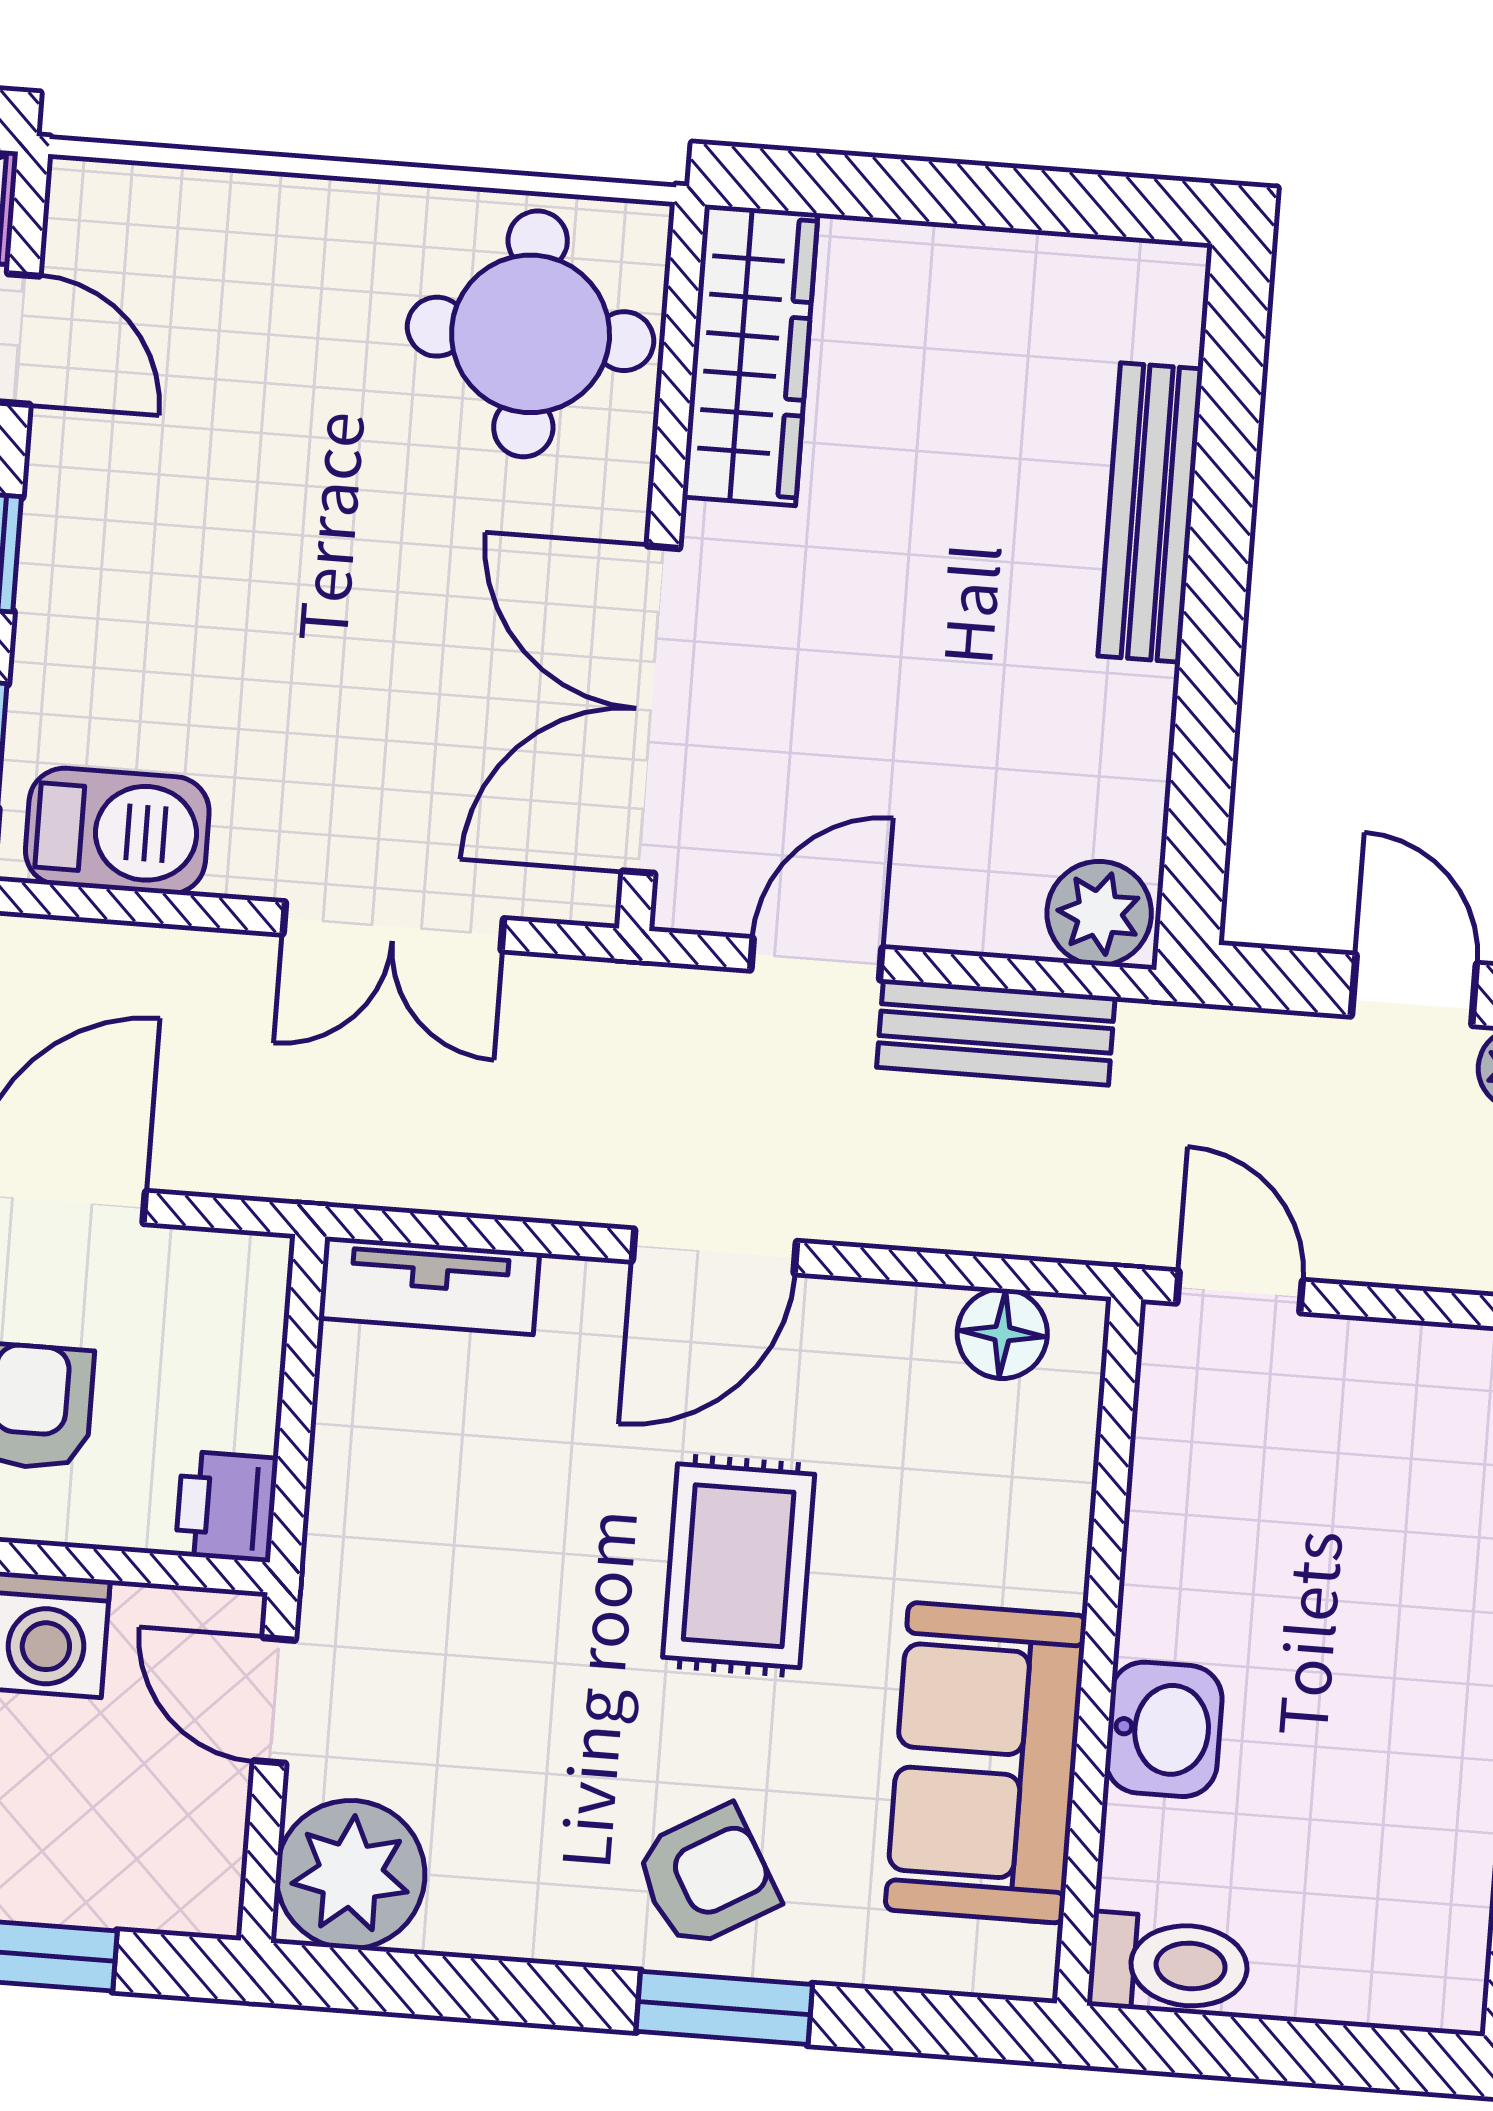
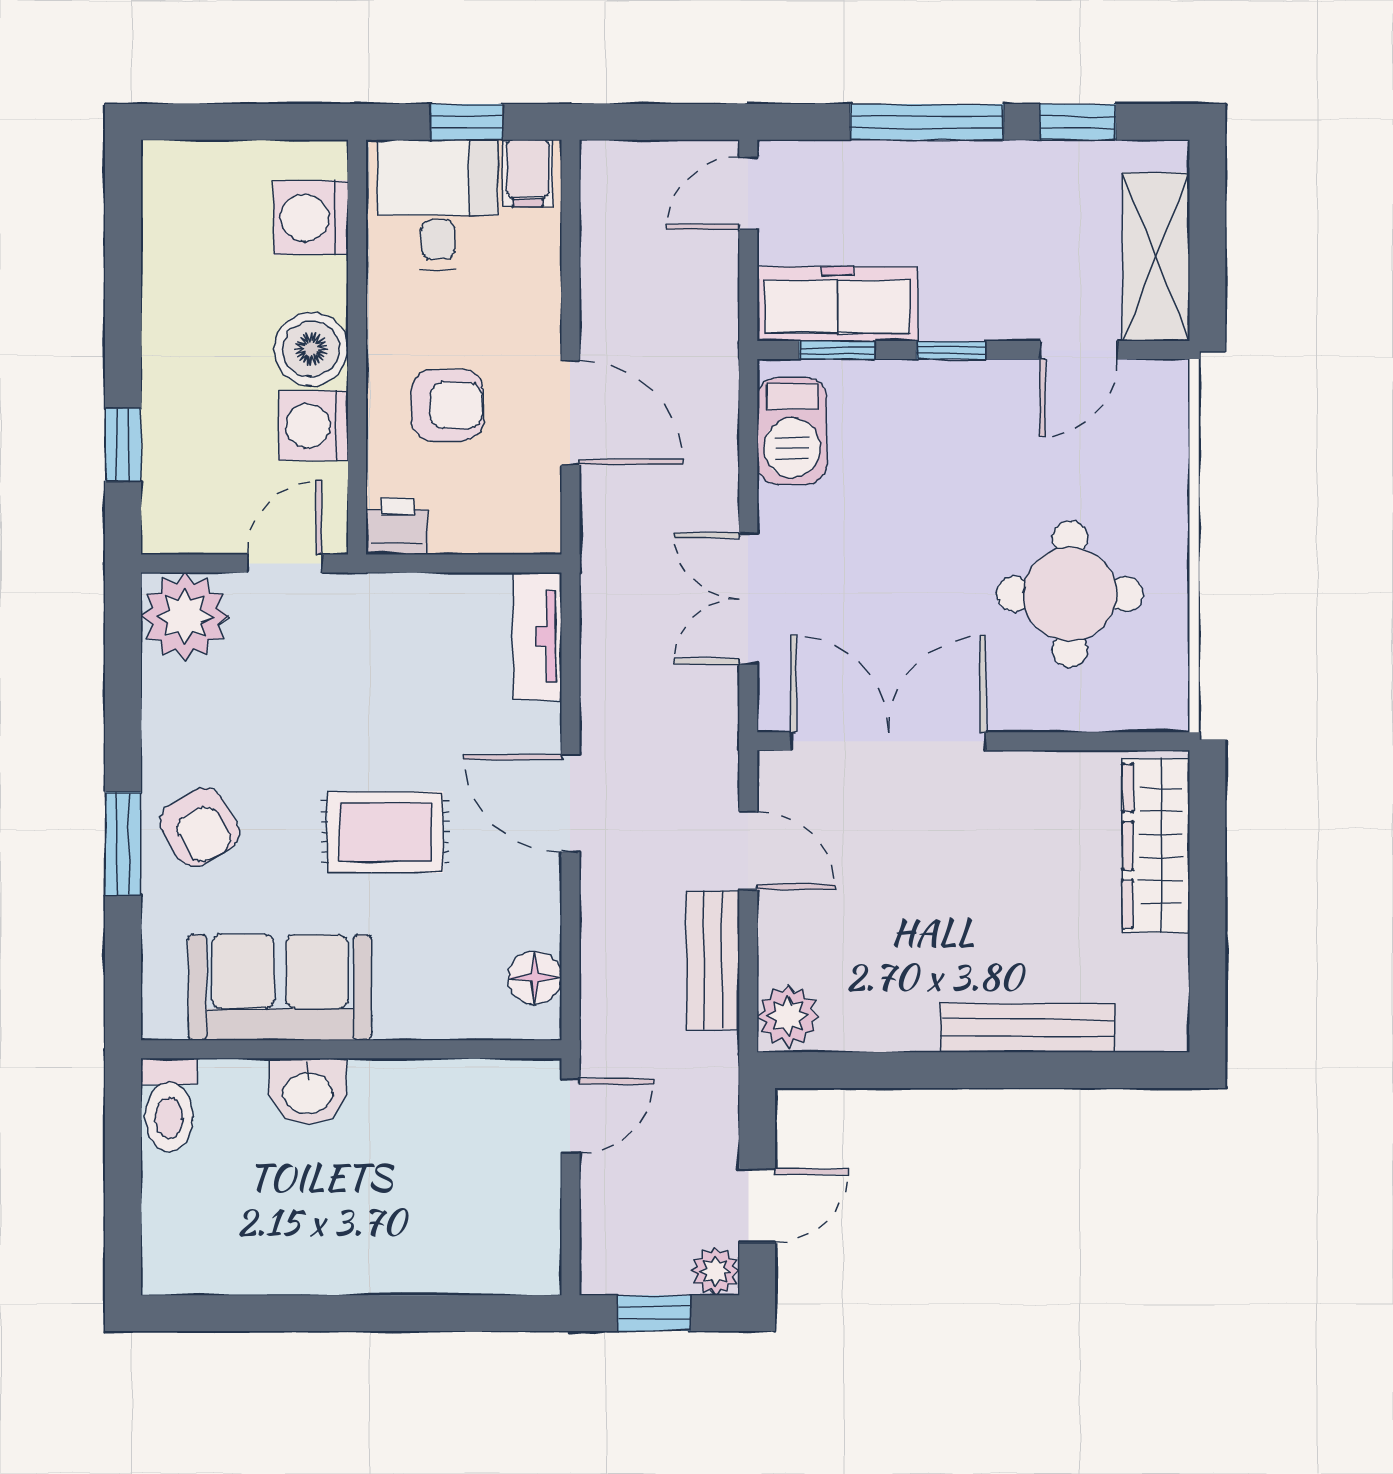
round table: (531, 334) -> (1070, 594), moved
wardrobe: (750, 355) -> (1156, 846), moved, turned 90

